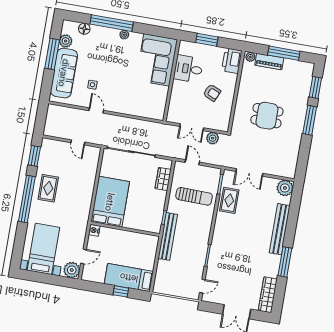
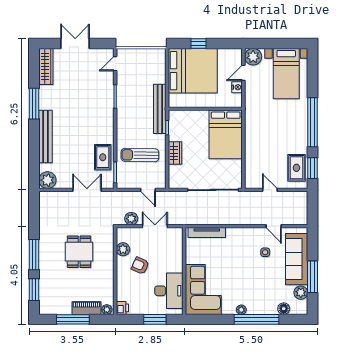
printer: (232, 61) -> (122, 308), width x0.53, depth x0.68
desk: (188, 69) -> (169, 291), width x1.37
door: (96, 110) -> (274, 226), moved
plant: (225, 111) -> (123, 249), added
tv unit: (144, 113) -> (207, 232), added
dining table: (267, 116) -> (79, 252), turned 90
wardrobe: (163, 179) -> (175, 153), moved
rug: (48, 188) -> (296, 168), moved
nightstand: (94, 230) -> (237, 87), moved
bed: (129, 278) -> (193, 71), width x2.04

